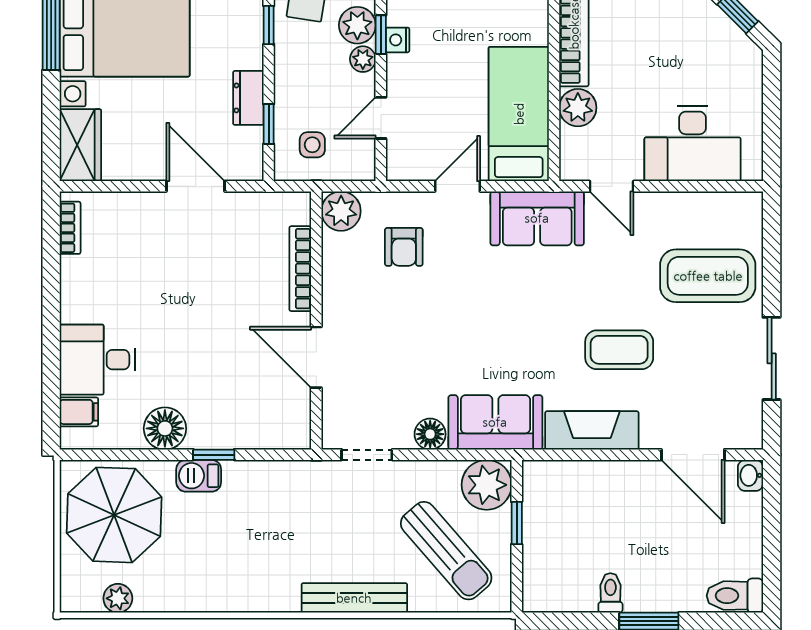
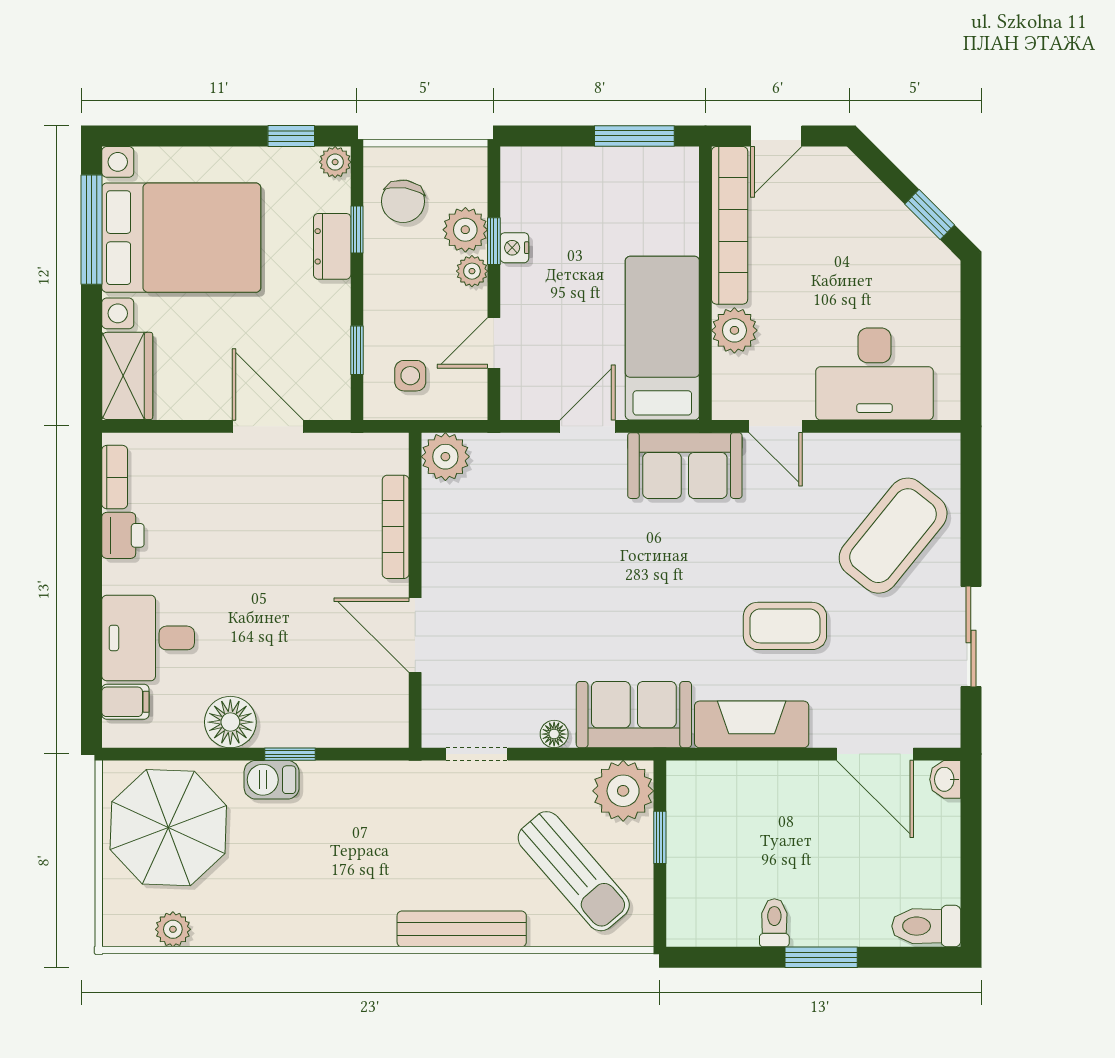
dresser: (248, 98) -> (332, 246), moved
armchair: (404, 247) -> (522, 500), removed
printer: (77, 276) -> (123, 535), added
coffee table: (708, 276) -> (893, 536), turned -51
floor lamp: (430, 434) -> (554, 734), width x0.73, depth x0.73

